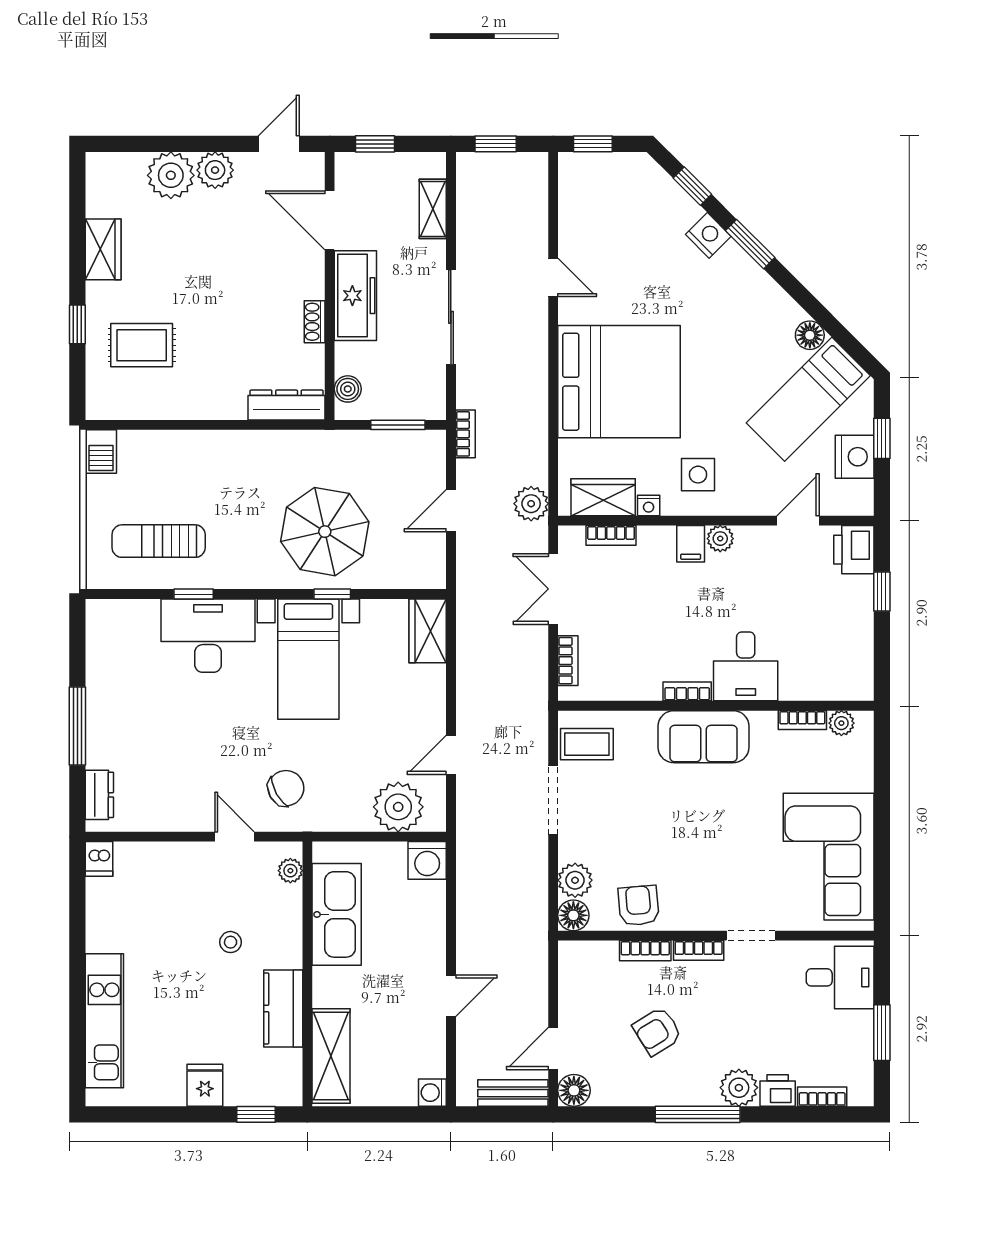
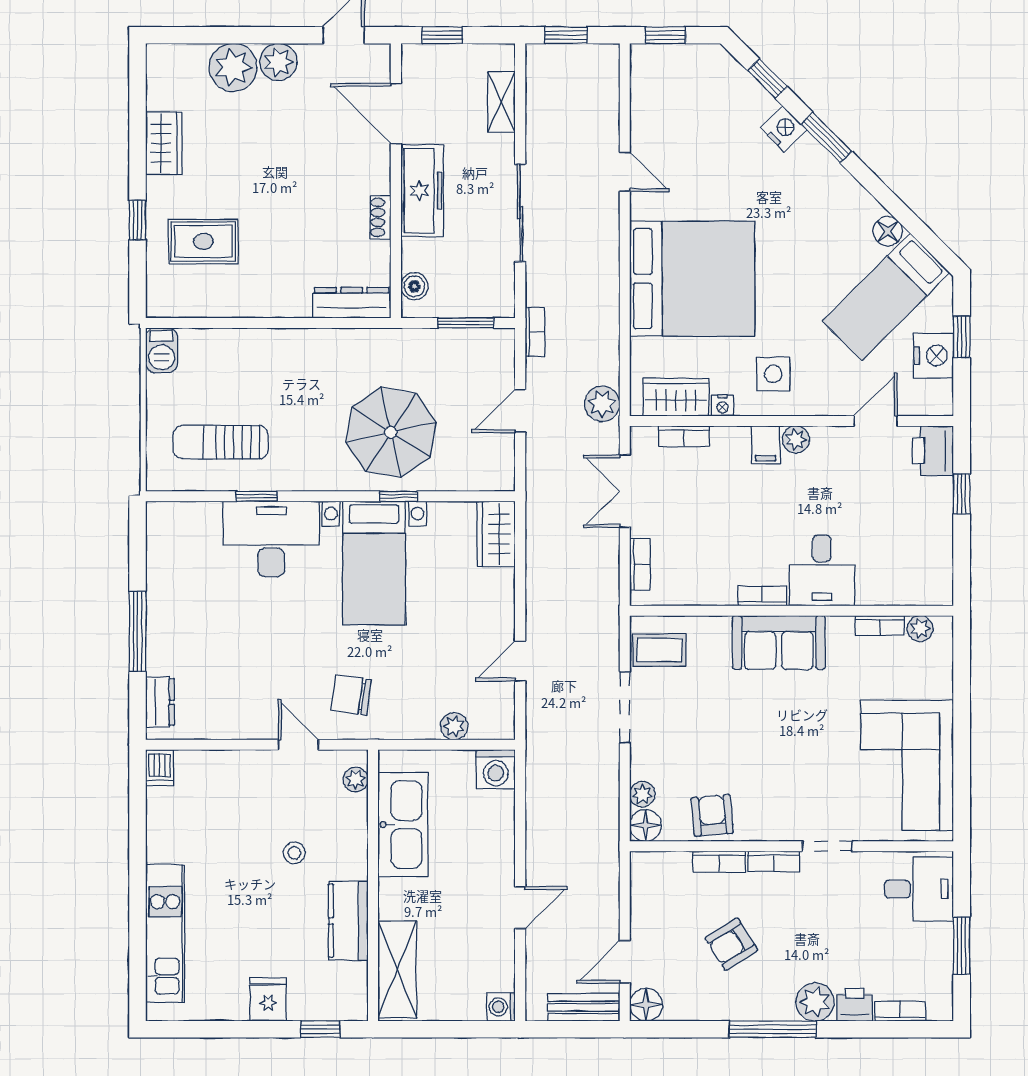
chair: (286, 788) -> (351, 695), turned -143
plant: (398, 807) -> (454, 726), width x0.53, depth x0.53
plant: (575, 880) -> (642, 794), width x0.73, depth x0.73

